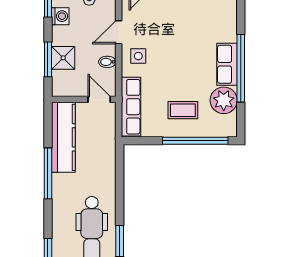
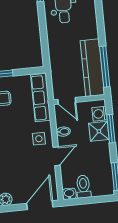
washing machine: (60, 16) -> (99, 114), moved
window: (48, 173) -> (105, 67), moved

